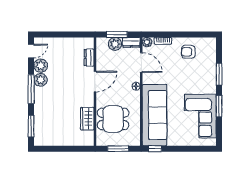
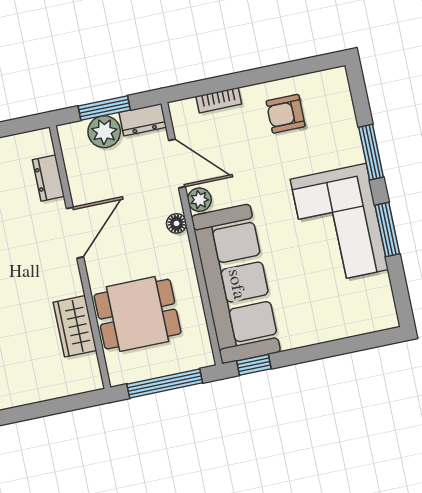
plant: (147, 42) -> (199, 200), moved
corner sofa: (200, 116) -> (339, 224), moved
window: (118, 149) -> (165, 383), width x1.44

